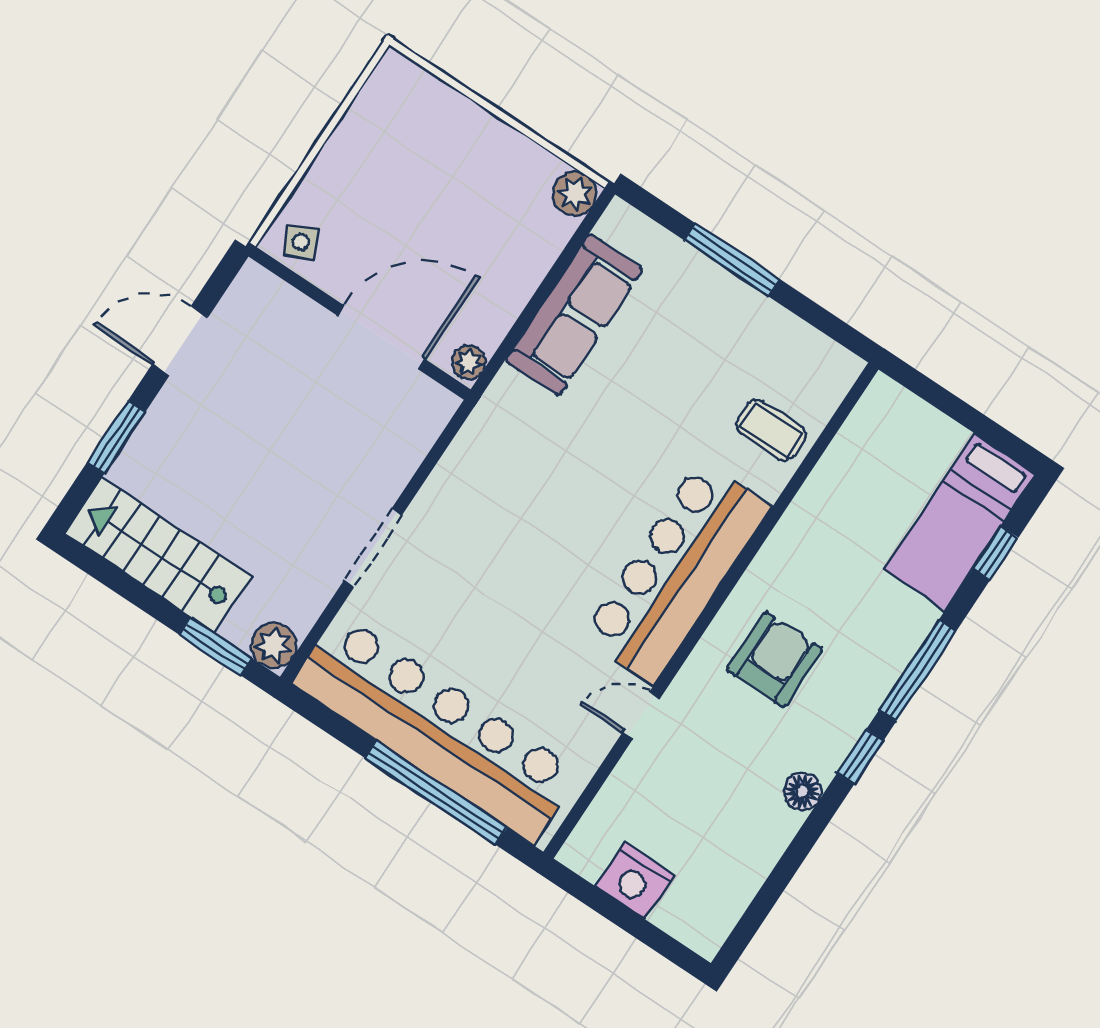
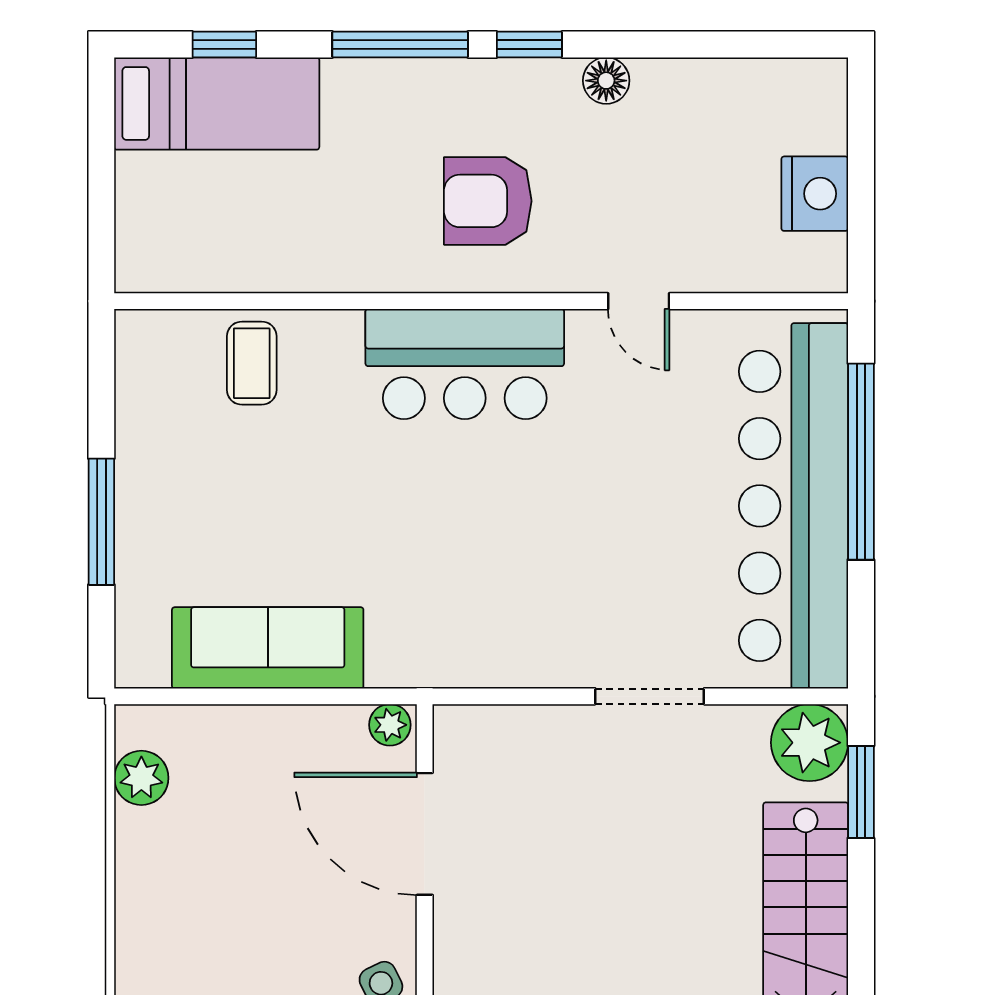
plant: (575, 194) -> (141, 778), moved
bar counter: (676, 572) -> (465, 364), width x0.73
plant: (274, 645) -> (810, 743), width x1.36, depth x1.36

